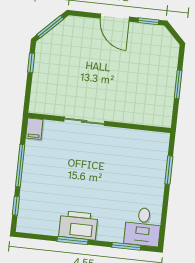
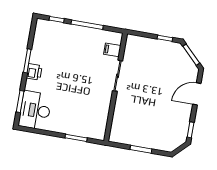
door: (115, 18) -> (197, 94), moved
filing cabinet: (34, 129) -> (112, 50), moved
printer: (78, 225) -> (34, 72), width x0.53, depth x0.68
desk: (143, 227) -> (35, 110), width x1.37

